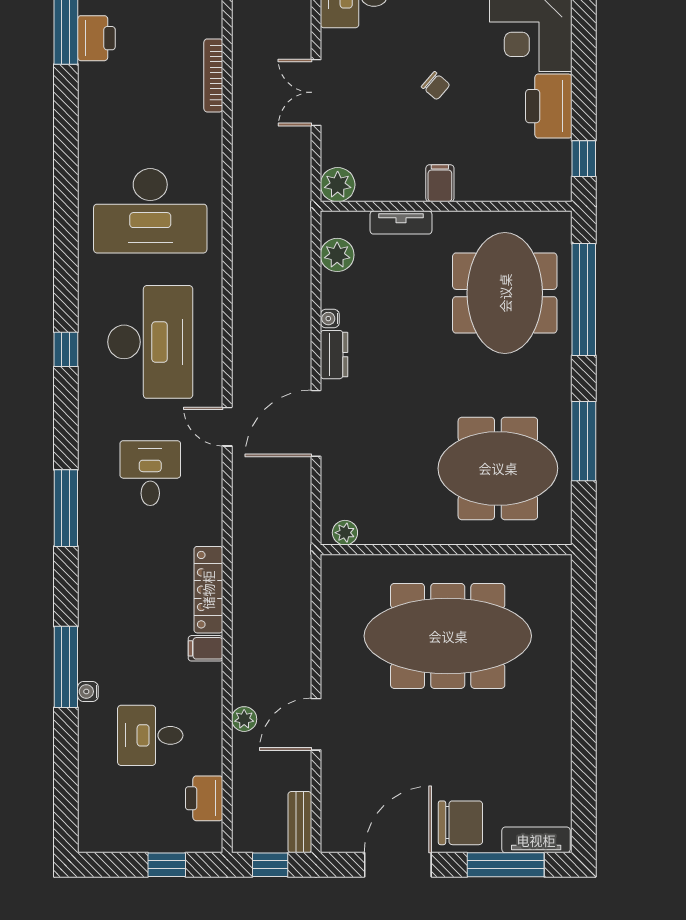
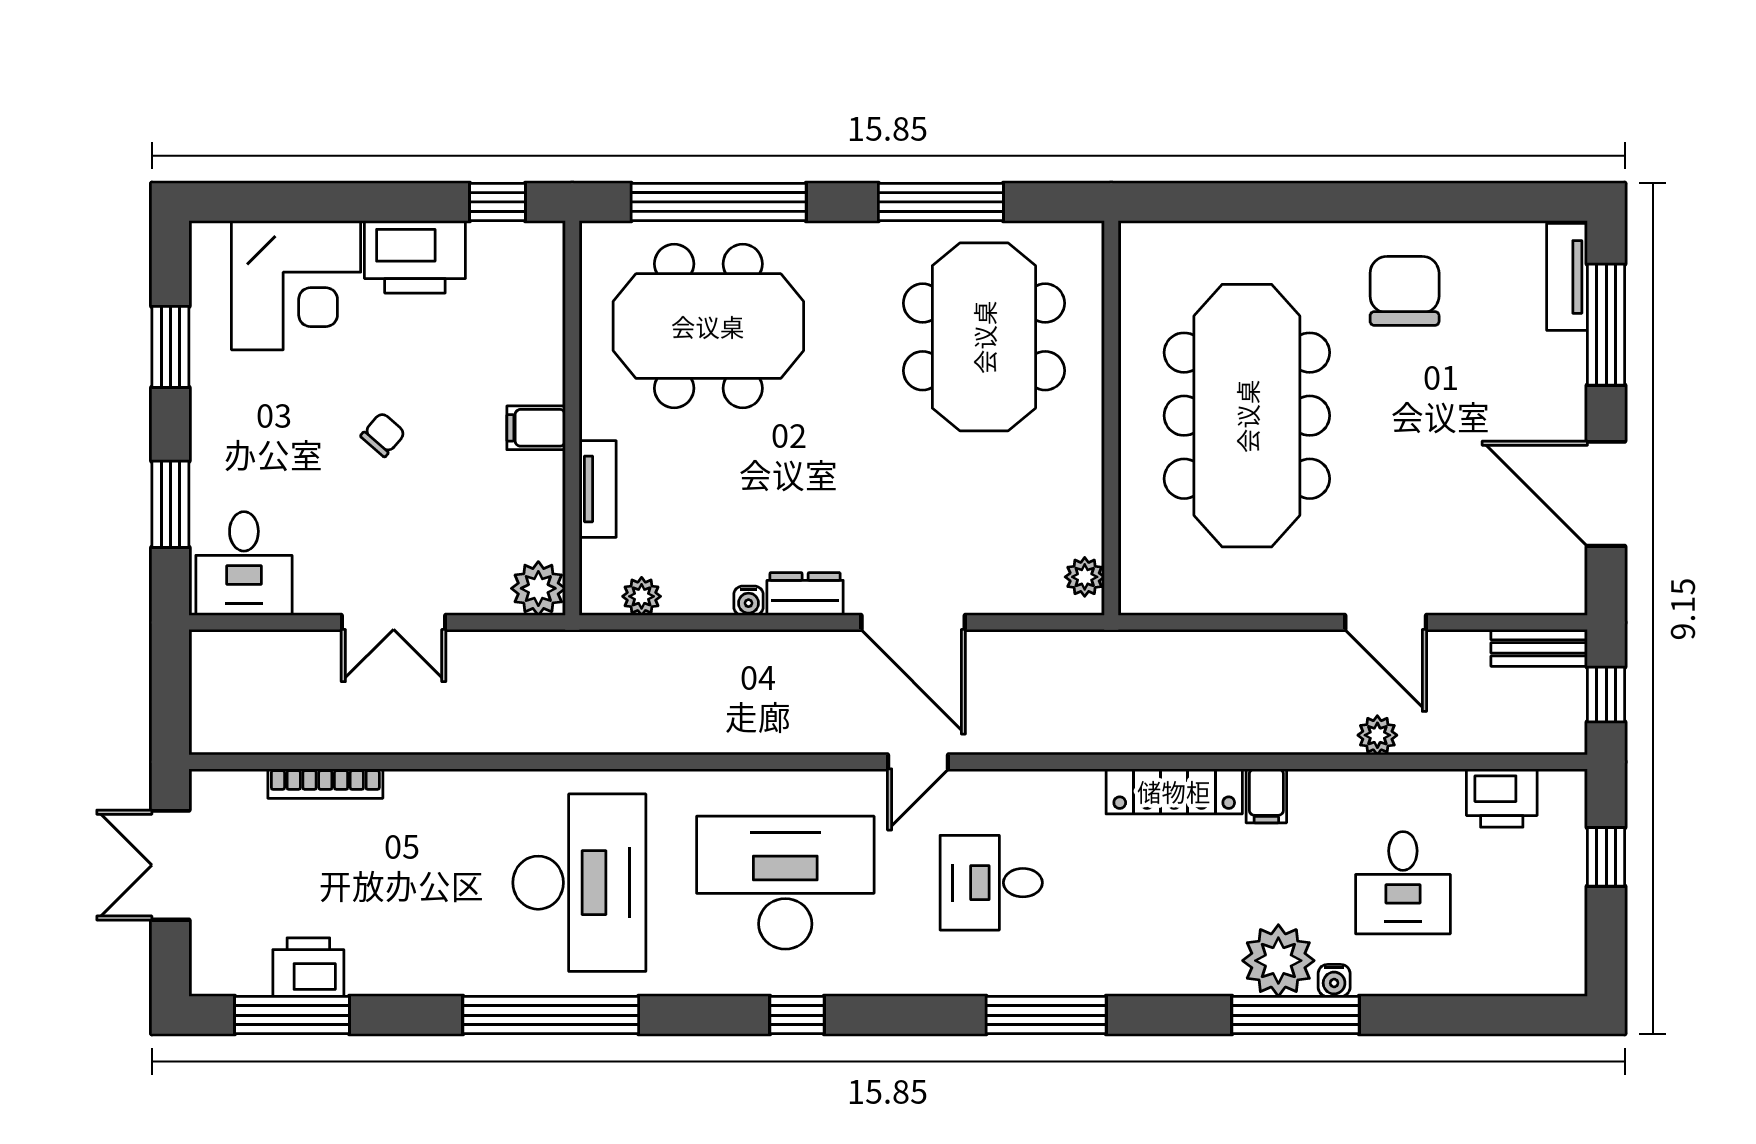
bookcase: (213, 75) -> (325, 784), moved
window: (66, 193) -> (551, 1015), added
plant: (337, 255) -> (642, 596), width x0.73, depth x0.73
plant: (101, 656) -> (1278, 961), added
chair: (460, 823) -> (1405, 291), moved

